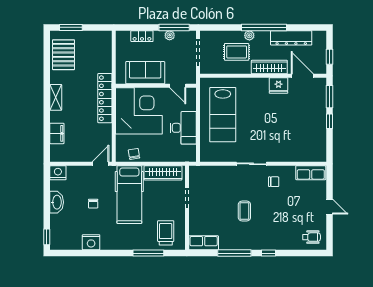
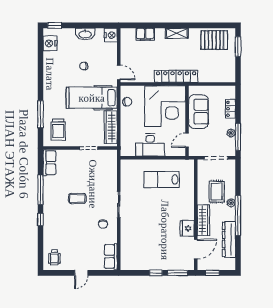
lab bench: (223, 115) -> (162, 179), width x0.73, depth x0.72
trolley: (166, 233) -> (58, 130), turned 90
nightstand: (91, 242) -> (50, 43), moved

